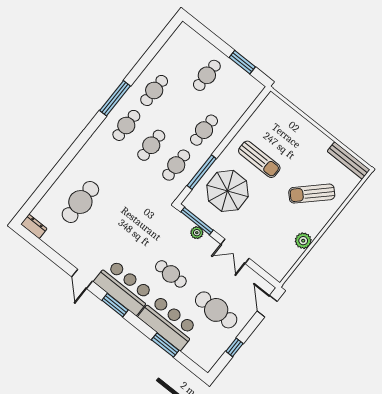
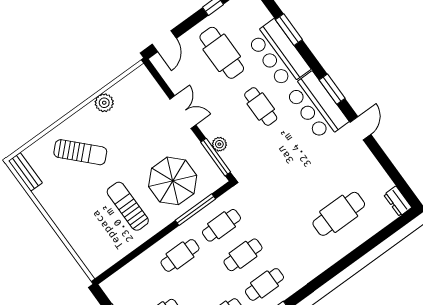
bench: (349, 161) -> (25, 172), width x0.73

